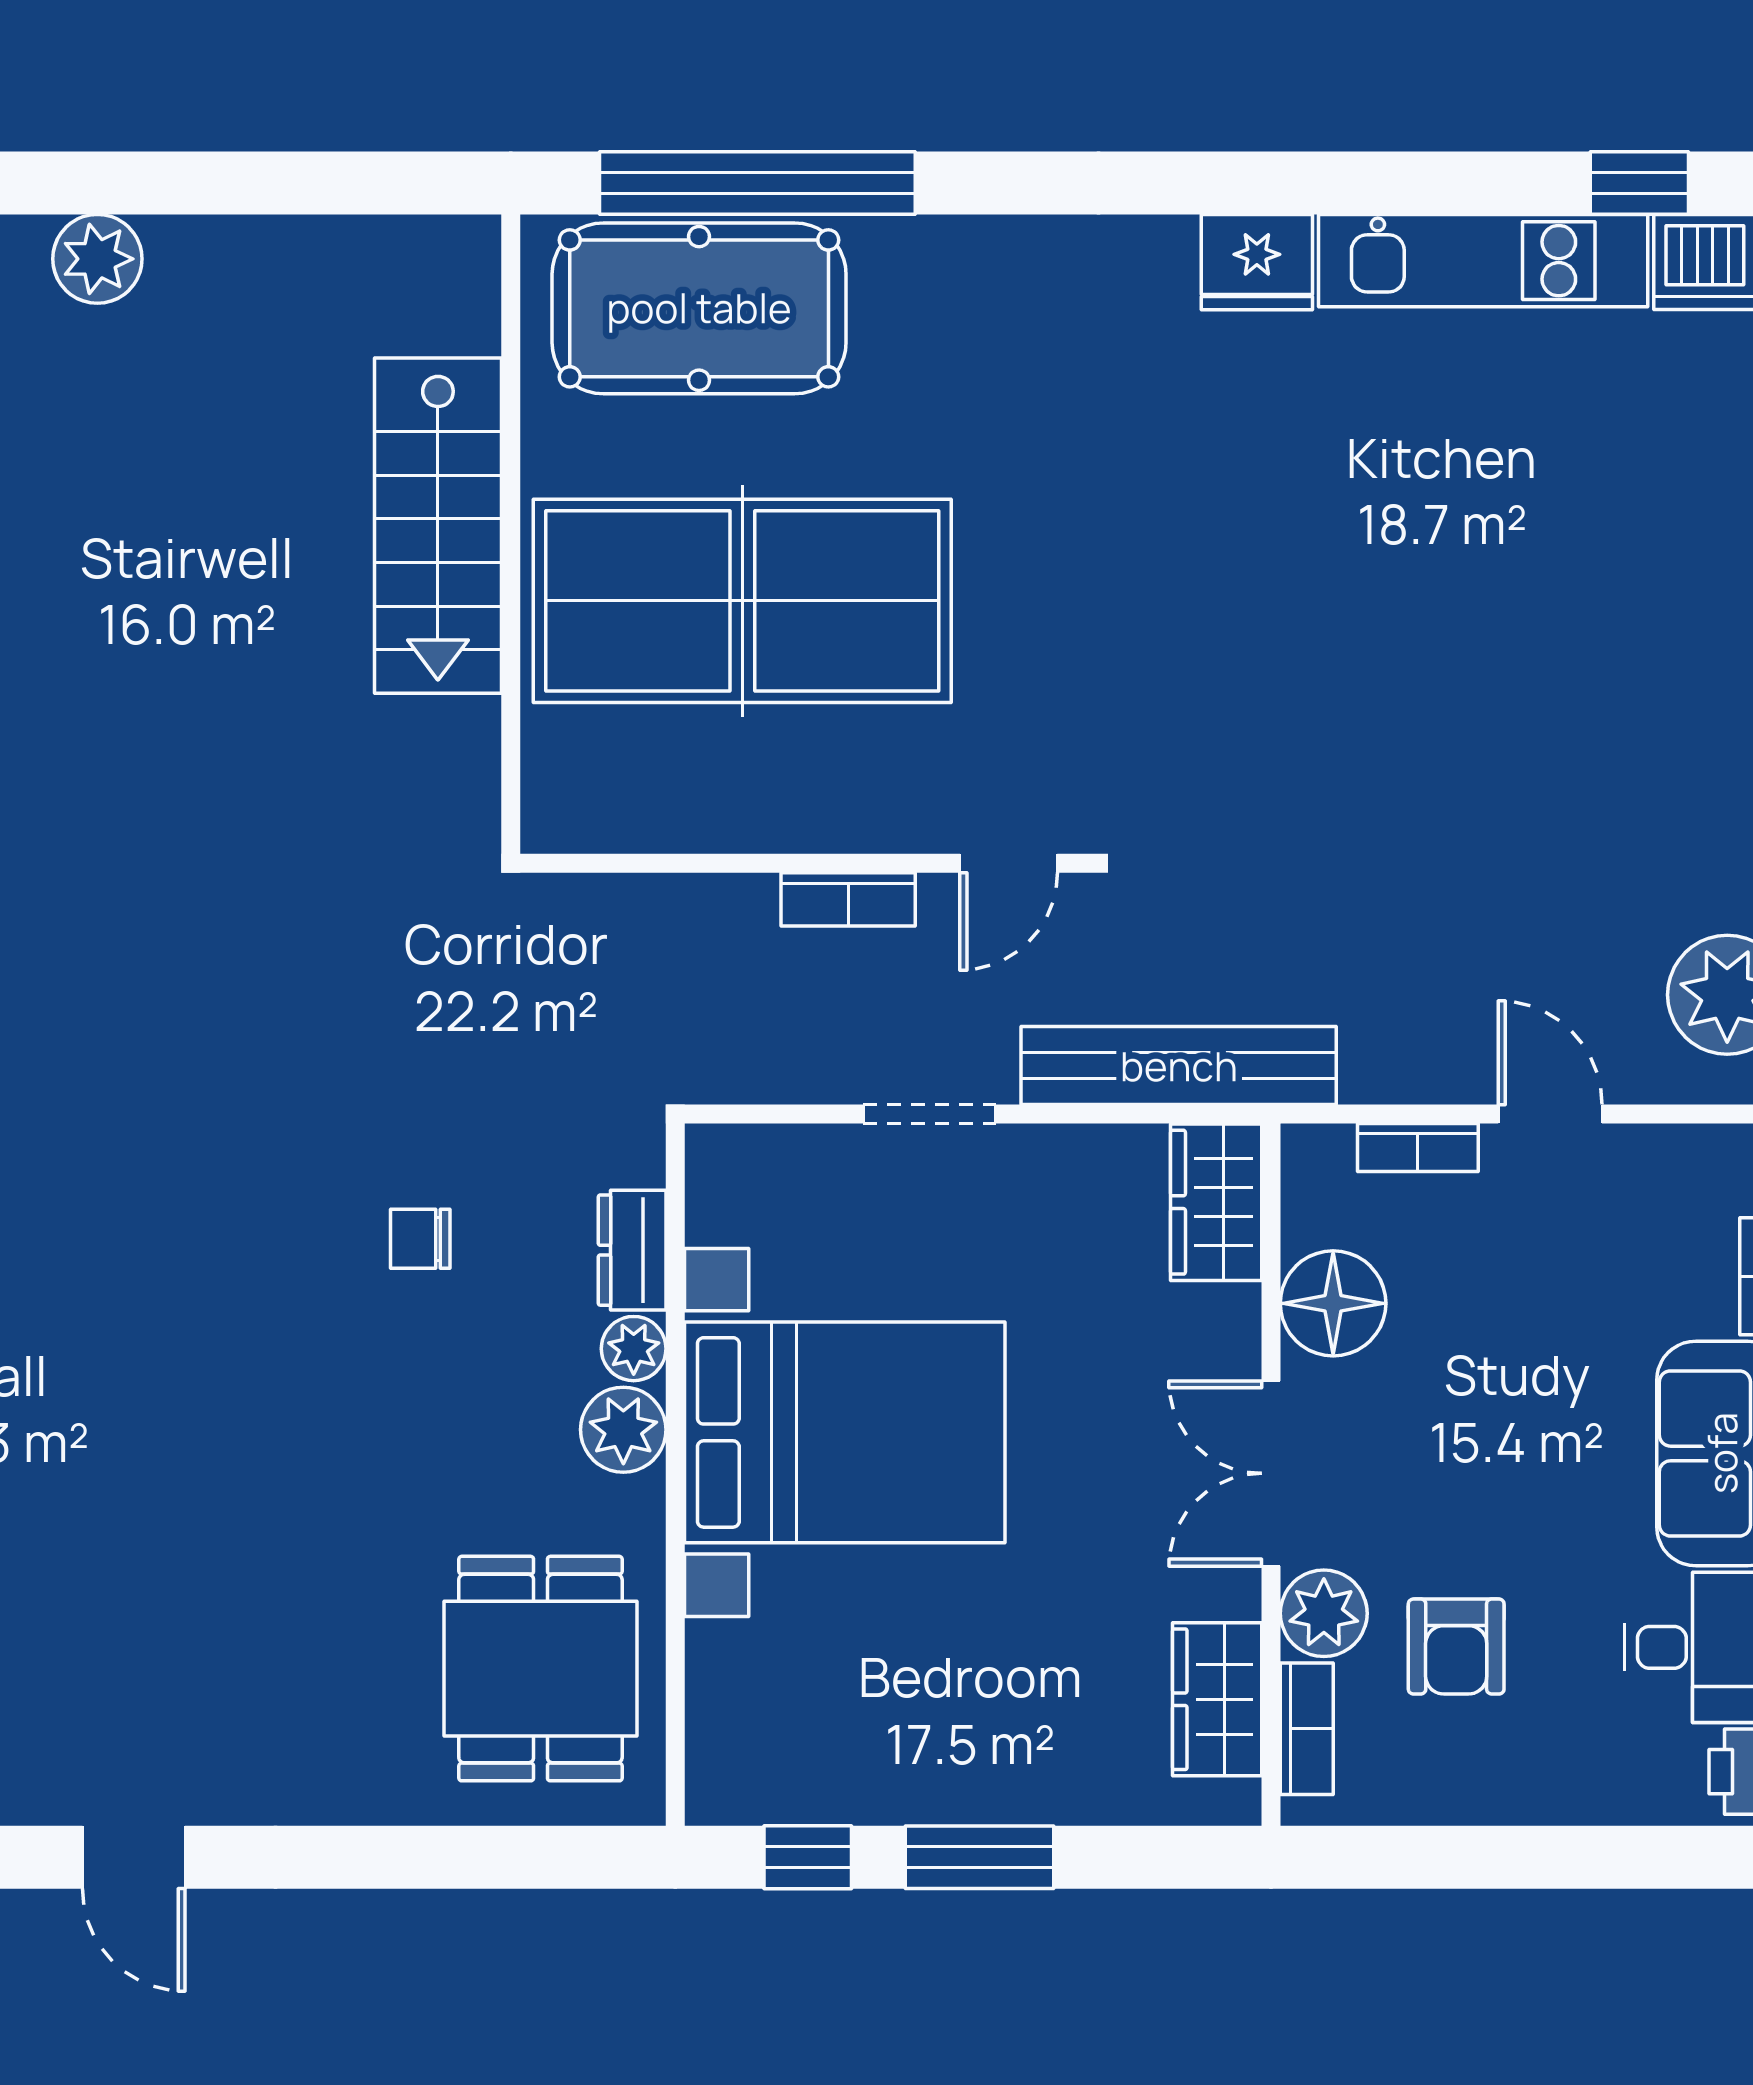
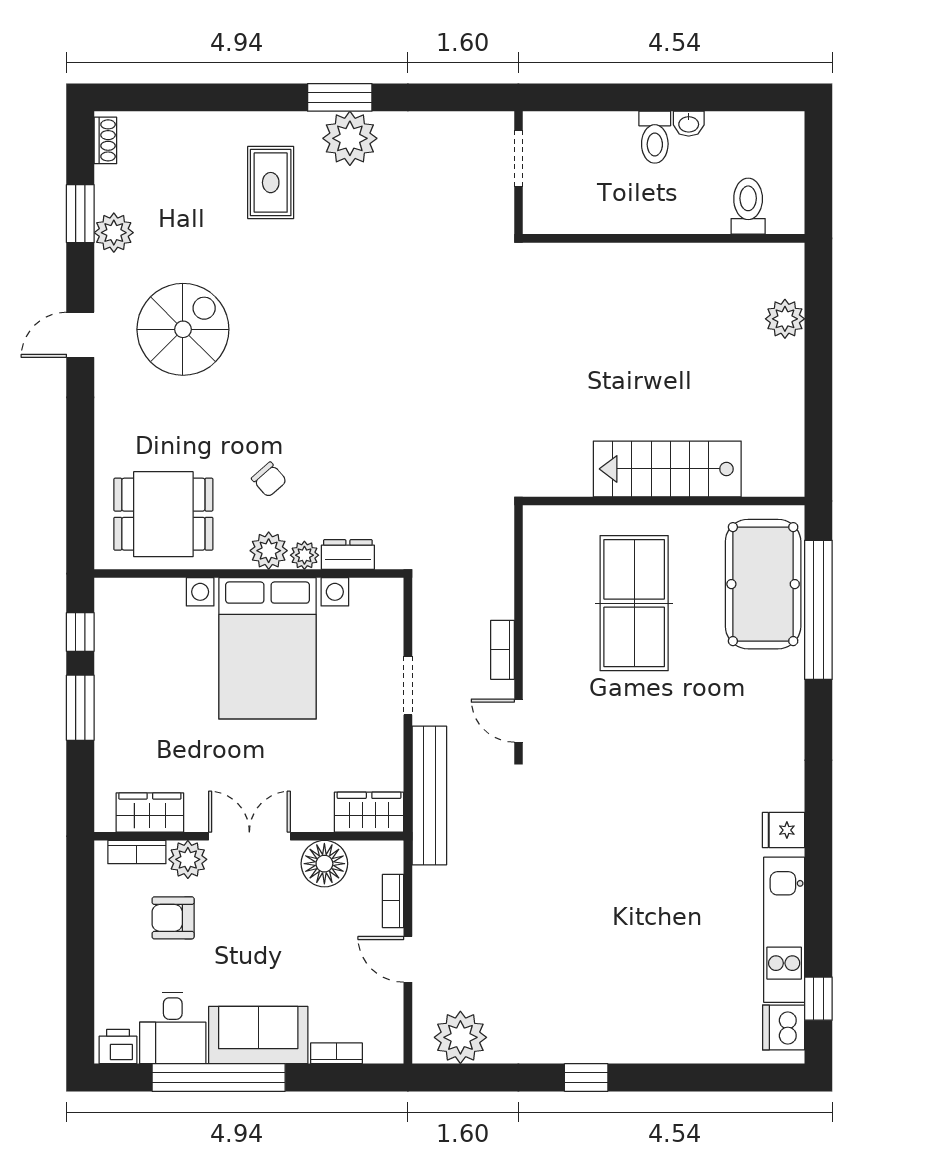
fridge: (1257, 262) -> (784, 830), width x0.72
table tennis table: (742, 601) -> (634, 603), width x0.73, depth x0.76
door: (1550, 1114) -> (408, 959), swing flipped
chair: (420, 1239) -> (269, 480), moved, turned 139
spiral stairs: (121, 1624) -> (183, 329), added

